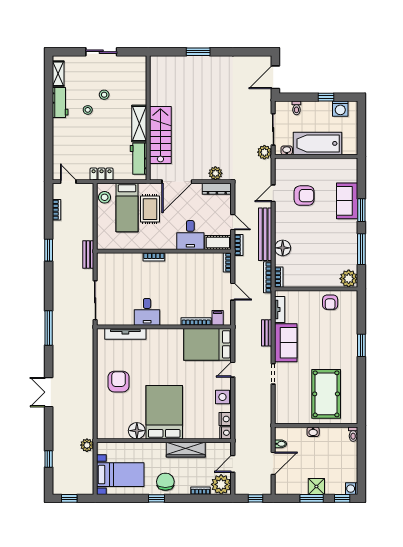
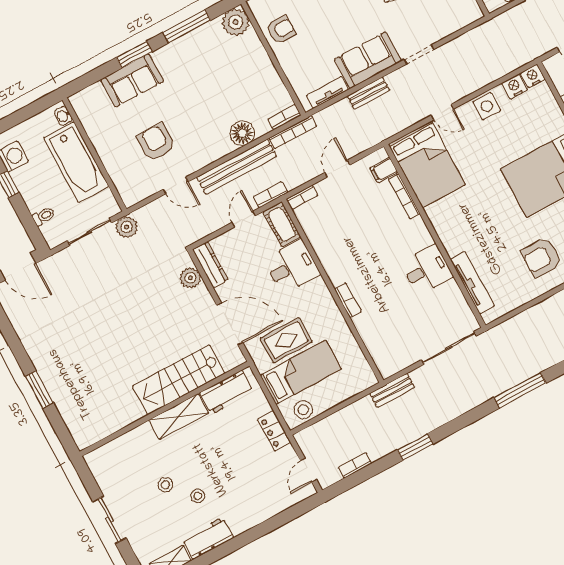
washbasin: (287, 150) -> (63, 116), moved

